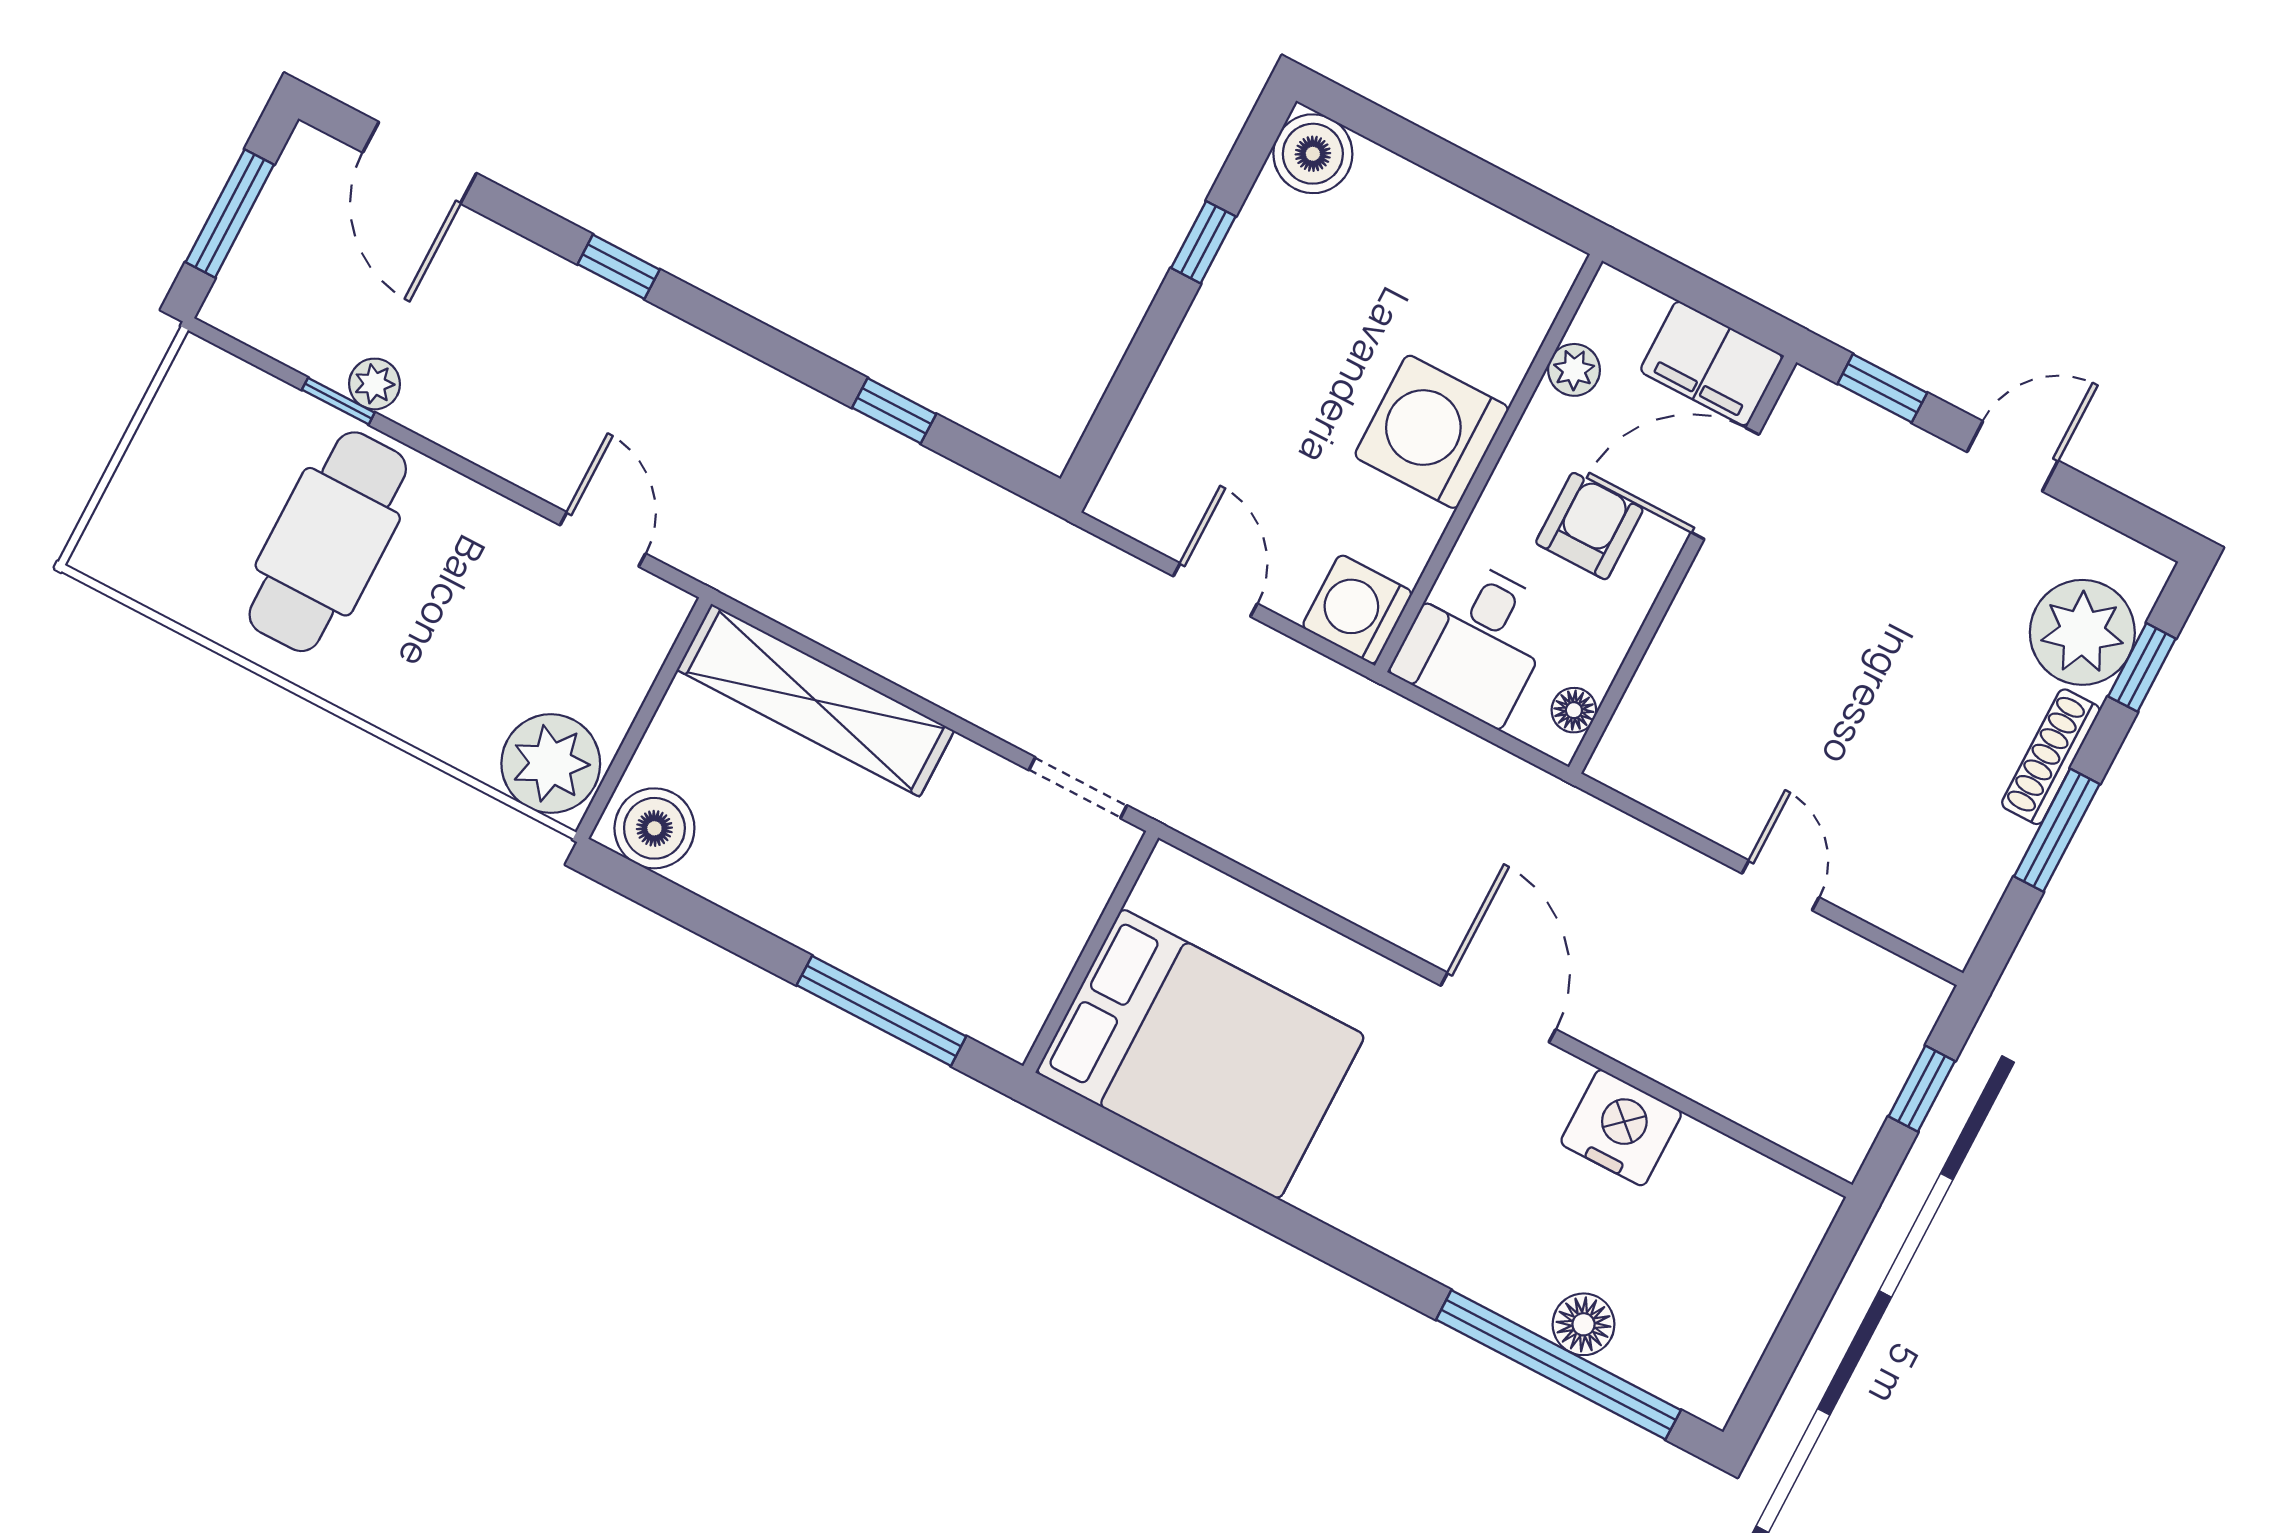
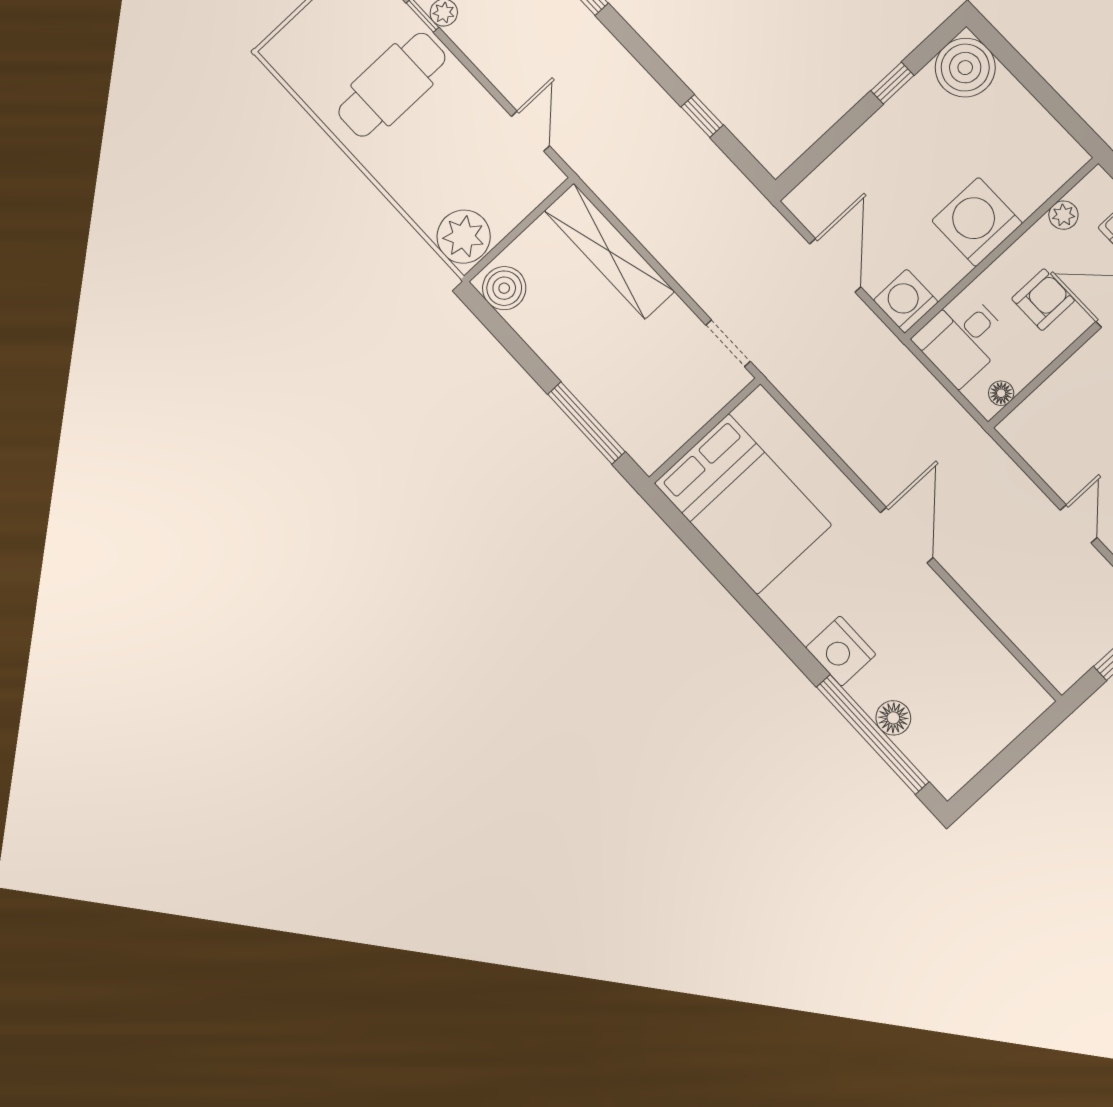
boiler: (1313, 154) -> (965, 68), width x1.37, depth x1.37
door: (1215, 590) -> (835, 265), width x1.38
nightstand: (1621, 1128) -> (841, 651), moved, turned 180

